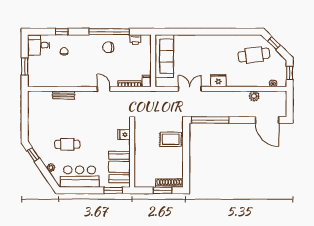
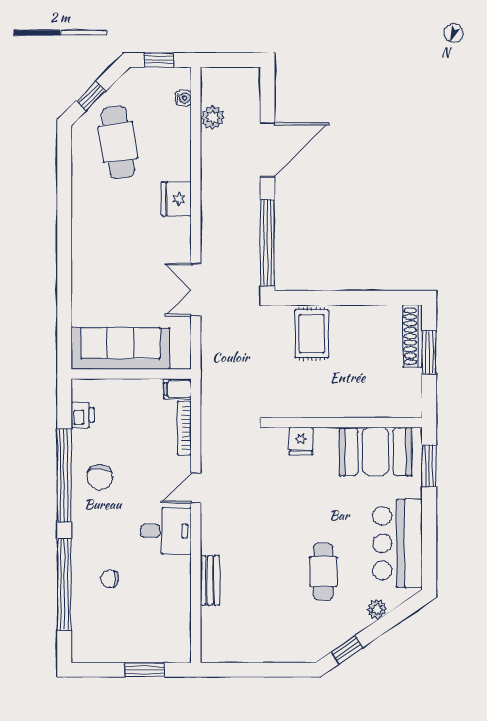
window: (62, 32) -> (64, 584), width x3.17
desk: (39, 45) -> (166, 531), moved, turned -90
fridge: (218, 80) -> (176, 199), moved
plant: (254, 96) -> (212, 118), moved
door: (267, 120) -> (267, 150), moved

